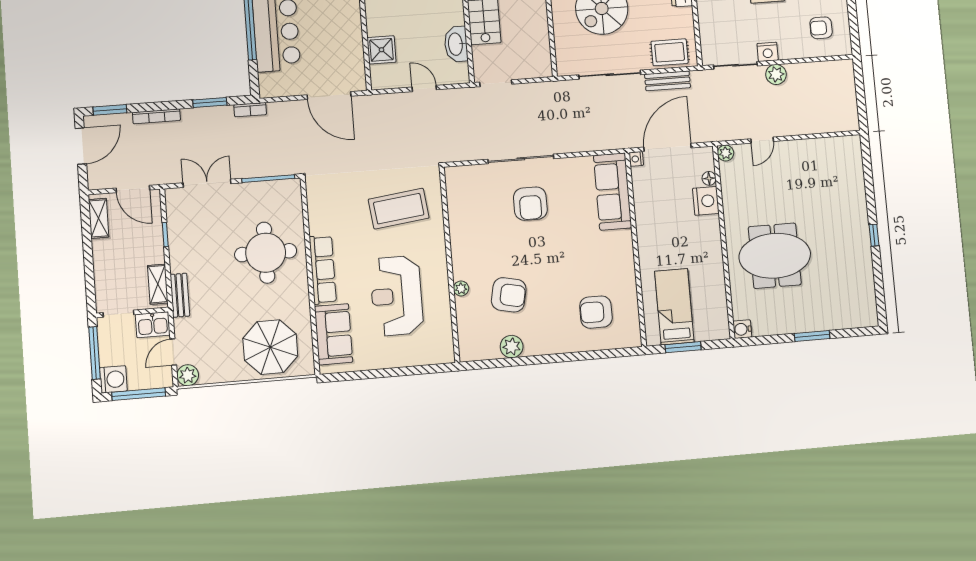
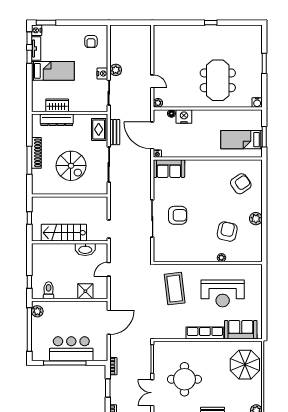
sofa: (613, 192) -> (169, 169), width x0.73
round table: (266, 253) -> (184, 379), moved
armchair: (596, 312) -> (241, 184), turned -125
plant: (512, 347) -> (256, 219), moved

